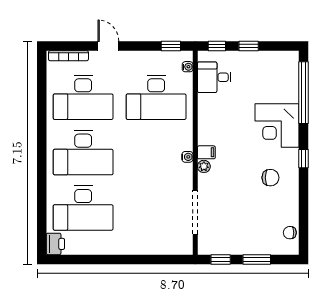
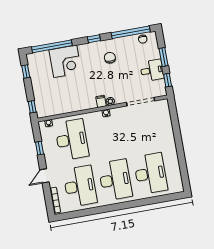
window: (171, 46) -> (39, 148), moved
window: (249, 46) -> (26, 72), moved
desk: (214, 77) -> (152, 70), moved, turned -90
corner desk: (277, 125) -> (65, 61), moved
window: (304, 216) -> (131, 32), added
printer: (55, 244) -> (176, 187), removed

